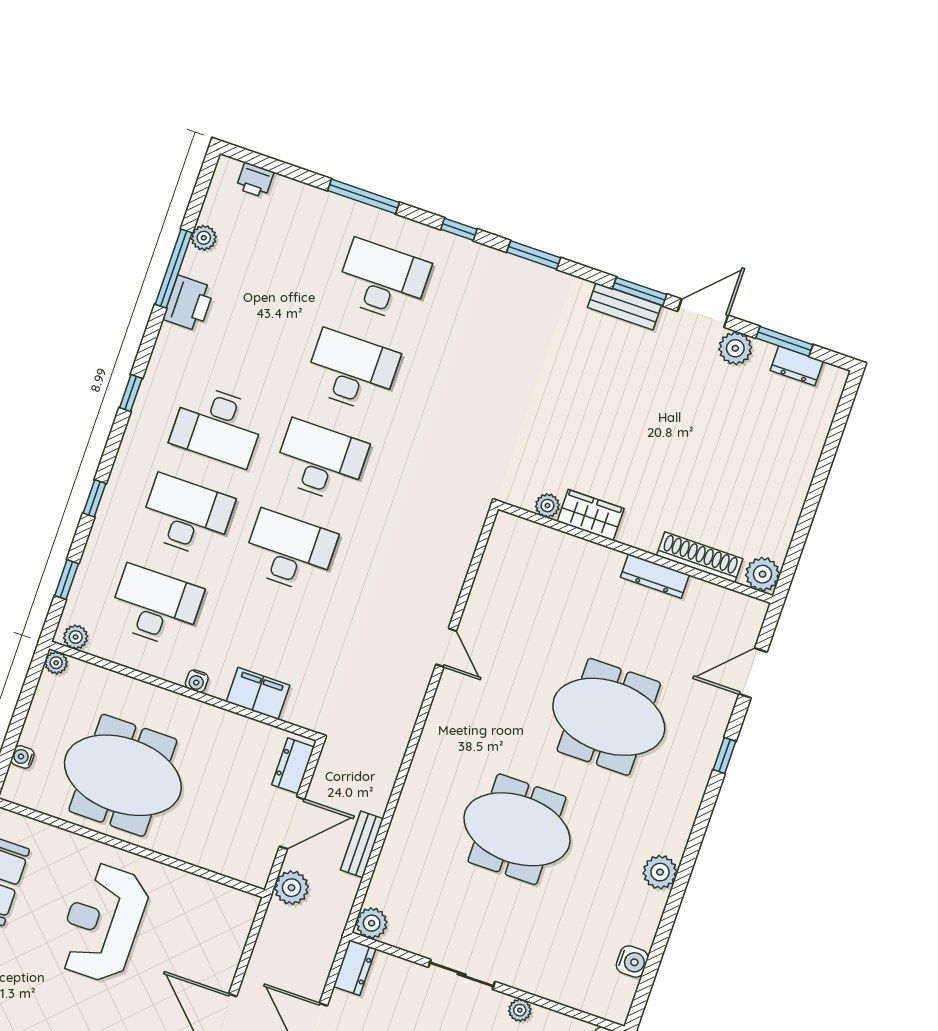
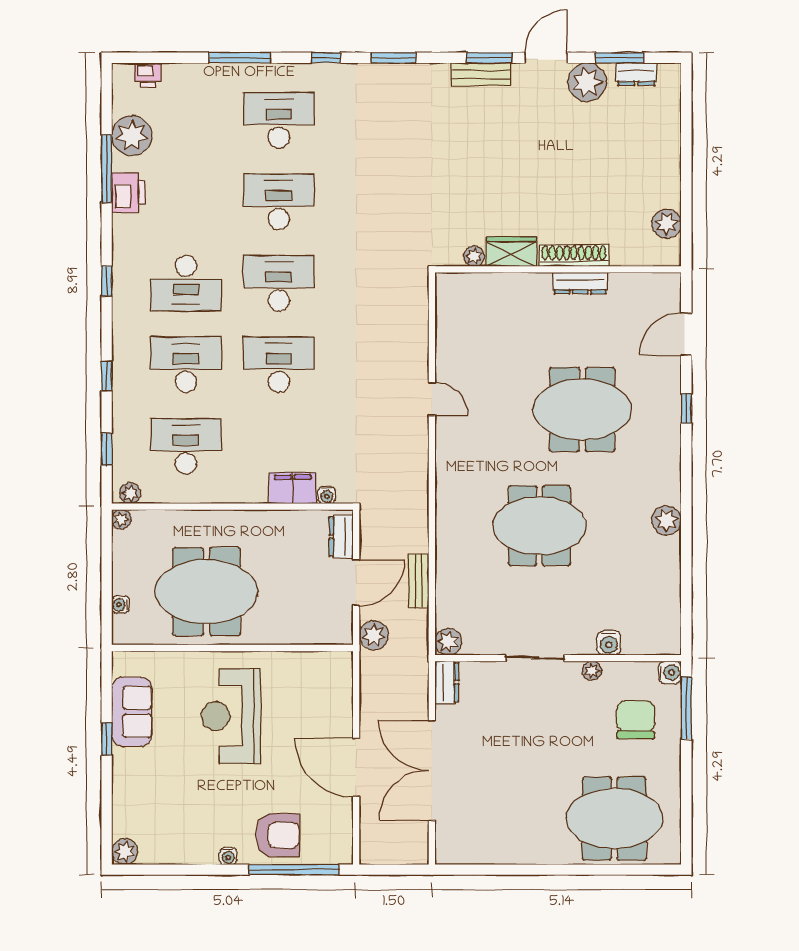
plant: (204, 238) -> (132, 136), width x1.87, depth x1.87
plant: (735, 348) -> (587, 82), width x1.36, depth x1.36
shoe rack: (700, 557) -> (574, 255), moved
plant: (763, 574) -> (667, 224), moved
water cooler: (197, 681) -> (327, 495), moved
water cooler: (632, 962) -> (609, 643), moved, turned 90

